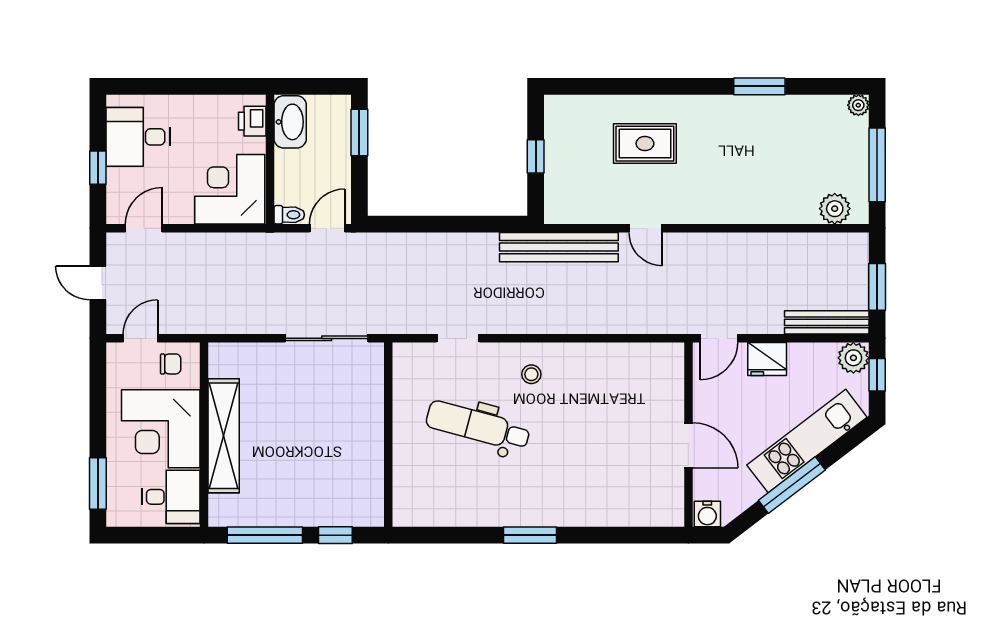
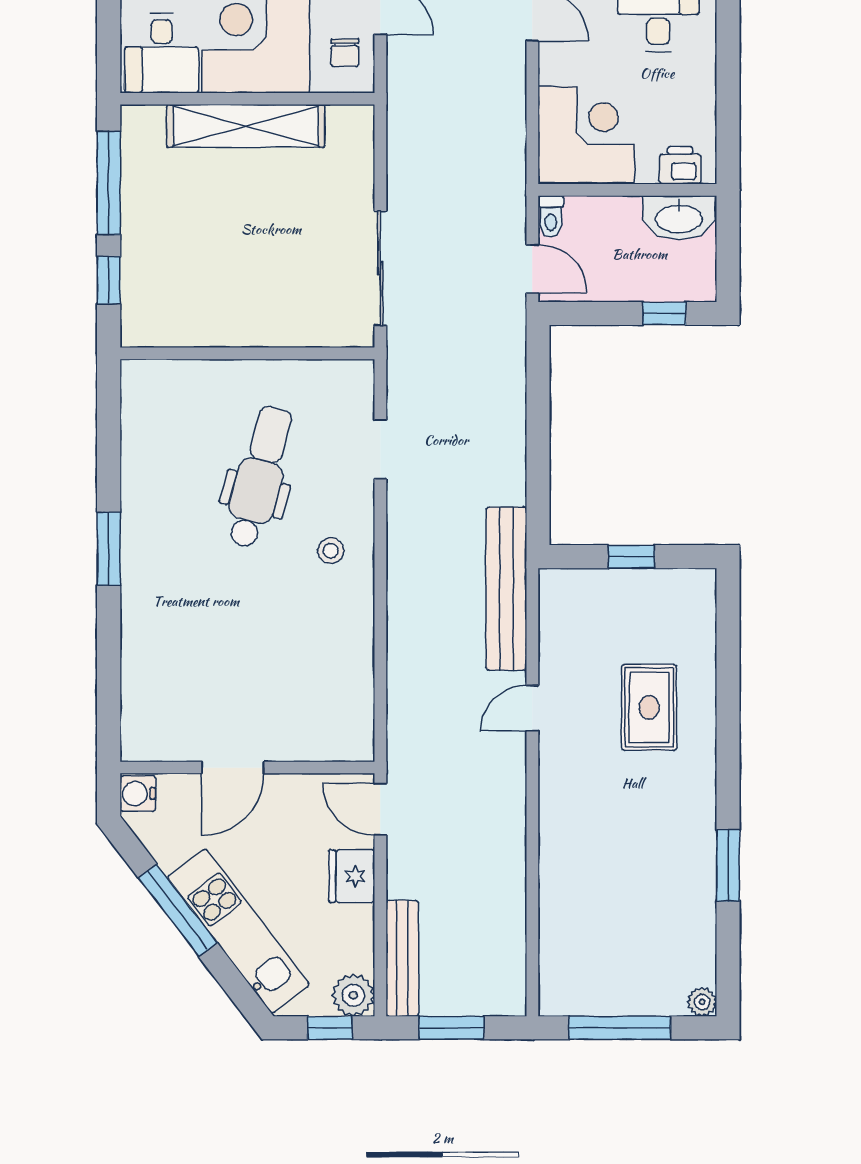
window: (359, 133) -> (664, 313), width x0.67
plant: (835, 209) -> (559, 969), removed

